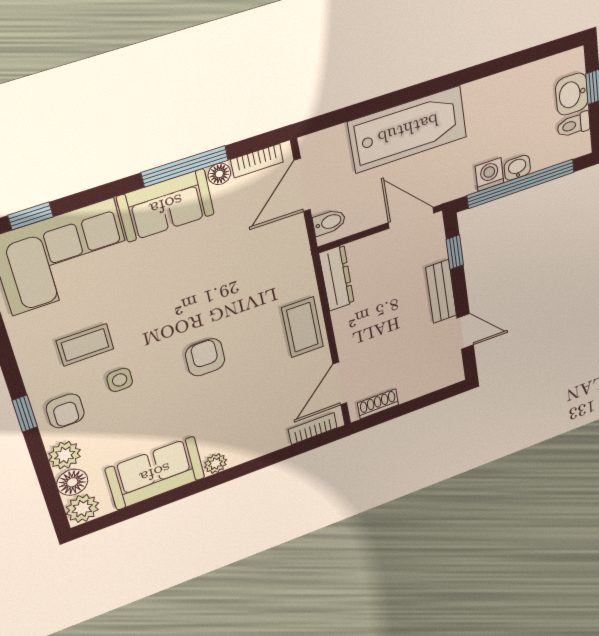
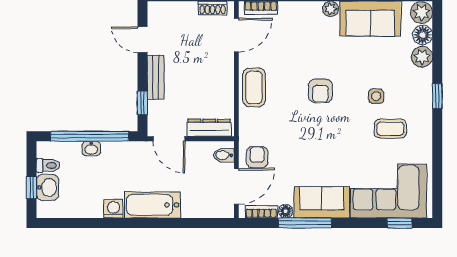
bathtub: (408, 129) -> (152, 205), width x0.73, depth x0.73
washing machine: (490, 175) -> (113, 209), moved, turned 180
dresser: (337, 278) -> (209, 128), moved, turned 90
armchair: (65, 411) -> (257, 157), moved

